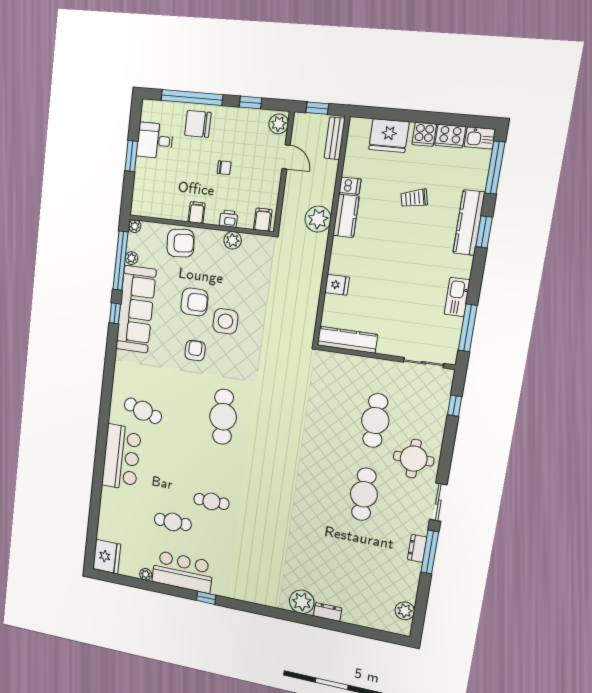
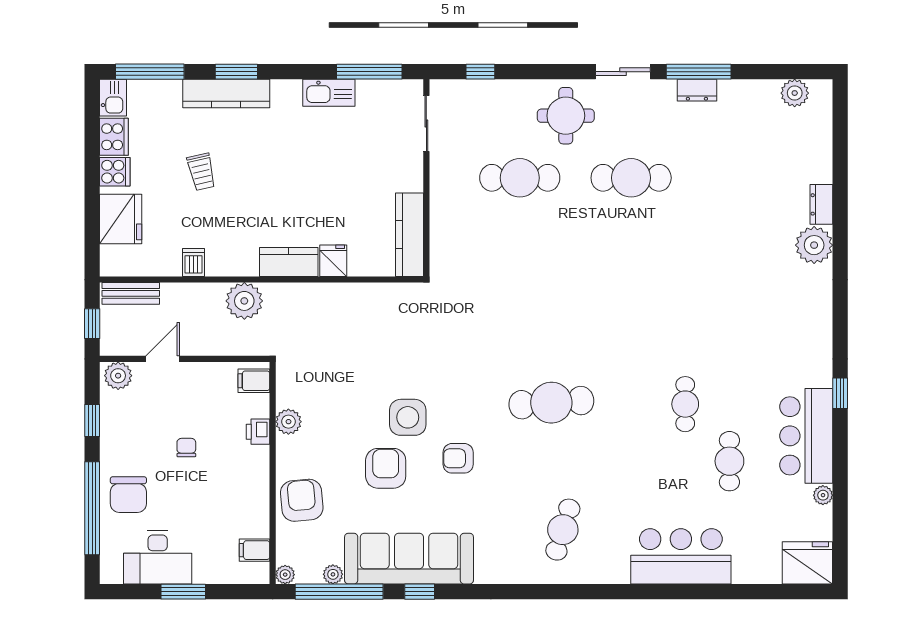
desk: (155, 141) -> (158, 557), width x1.37
filing cabinet: (197, 213) -> (255, 550), moved
kitchen counter: (346, 216) -> (289, 262), moved
bar counter: (121, 457) -> (681, 556), moved

